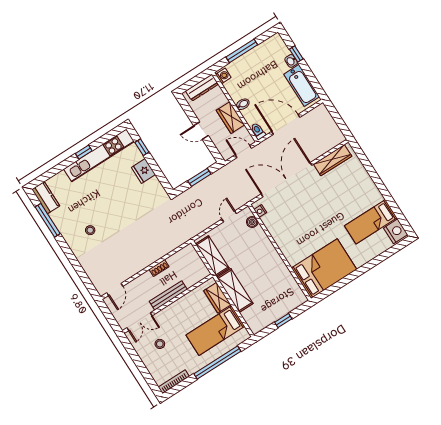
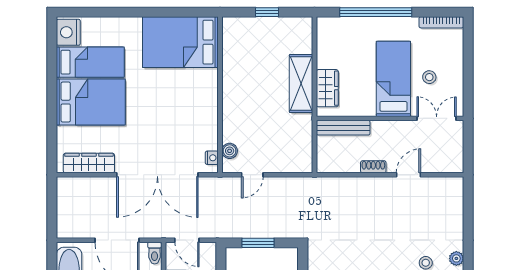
bed: (355, 198) -> (91, 102), added
plant: (73, 245) -> (456, 258), added
shelving: (212, 256) -> (302, 141), removed
door: (115, 289) -> (408, 175), moved
bench: (168, 295) -> (343, 128), moved
bed: (215, 331) -> (393, 79), moved, turned -90

